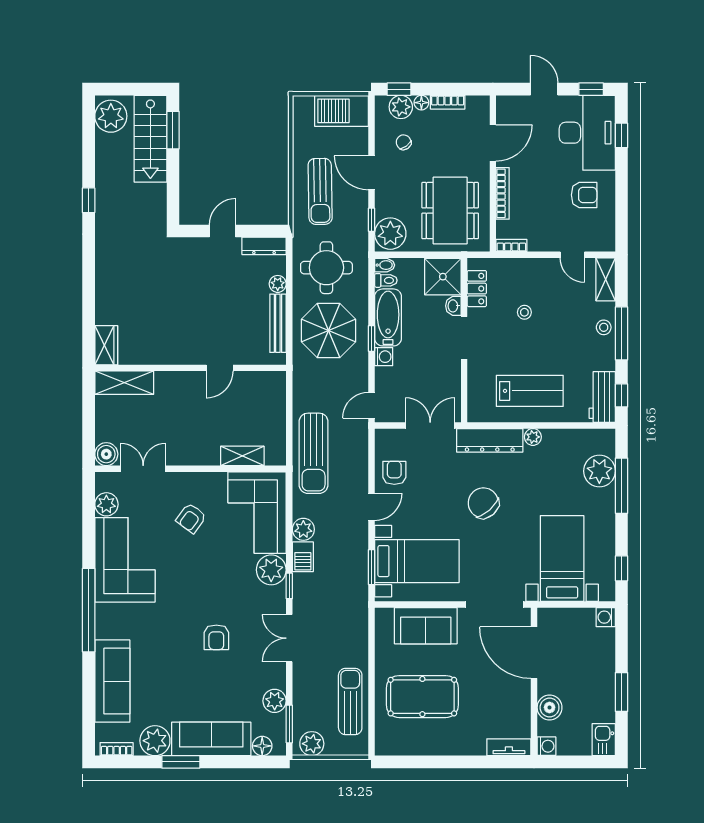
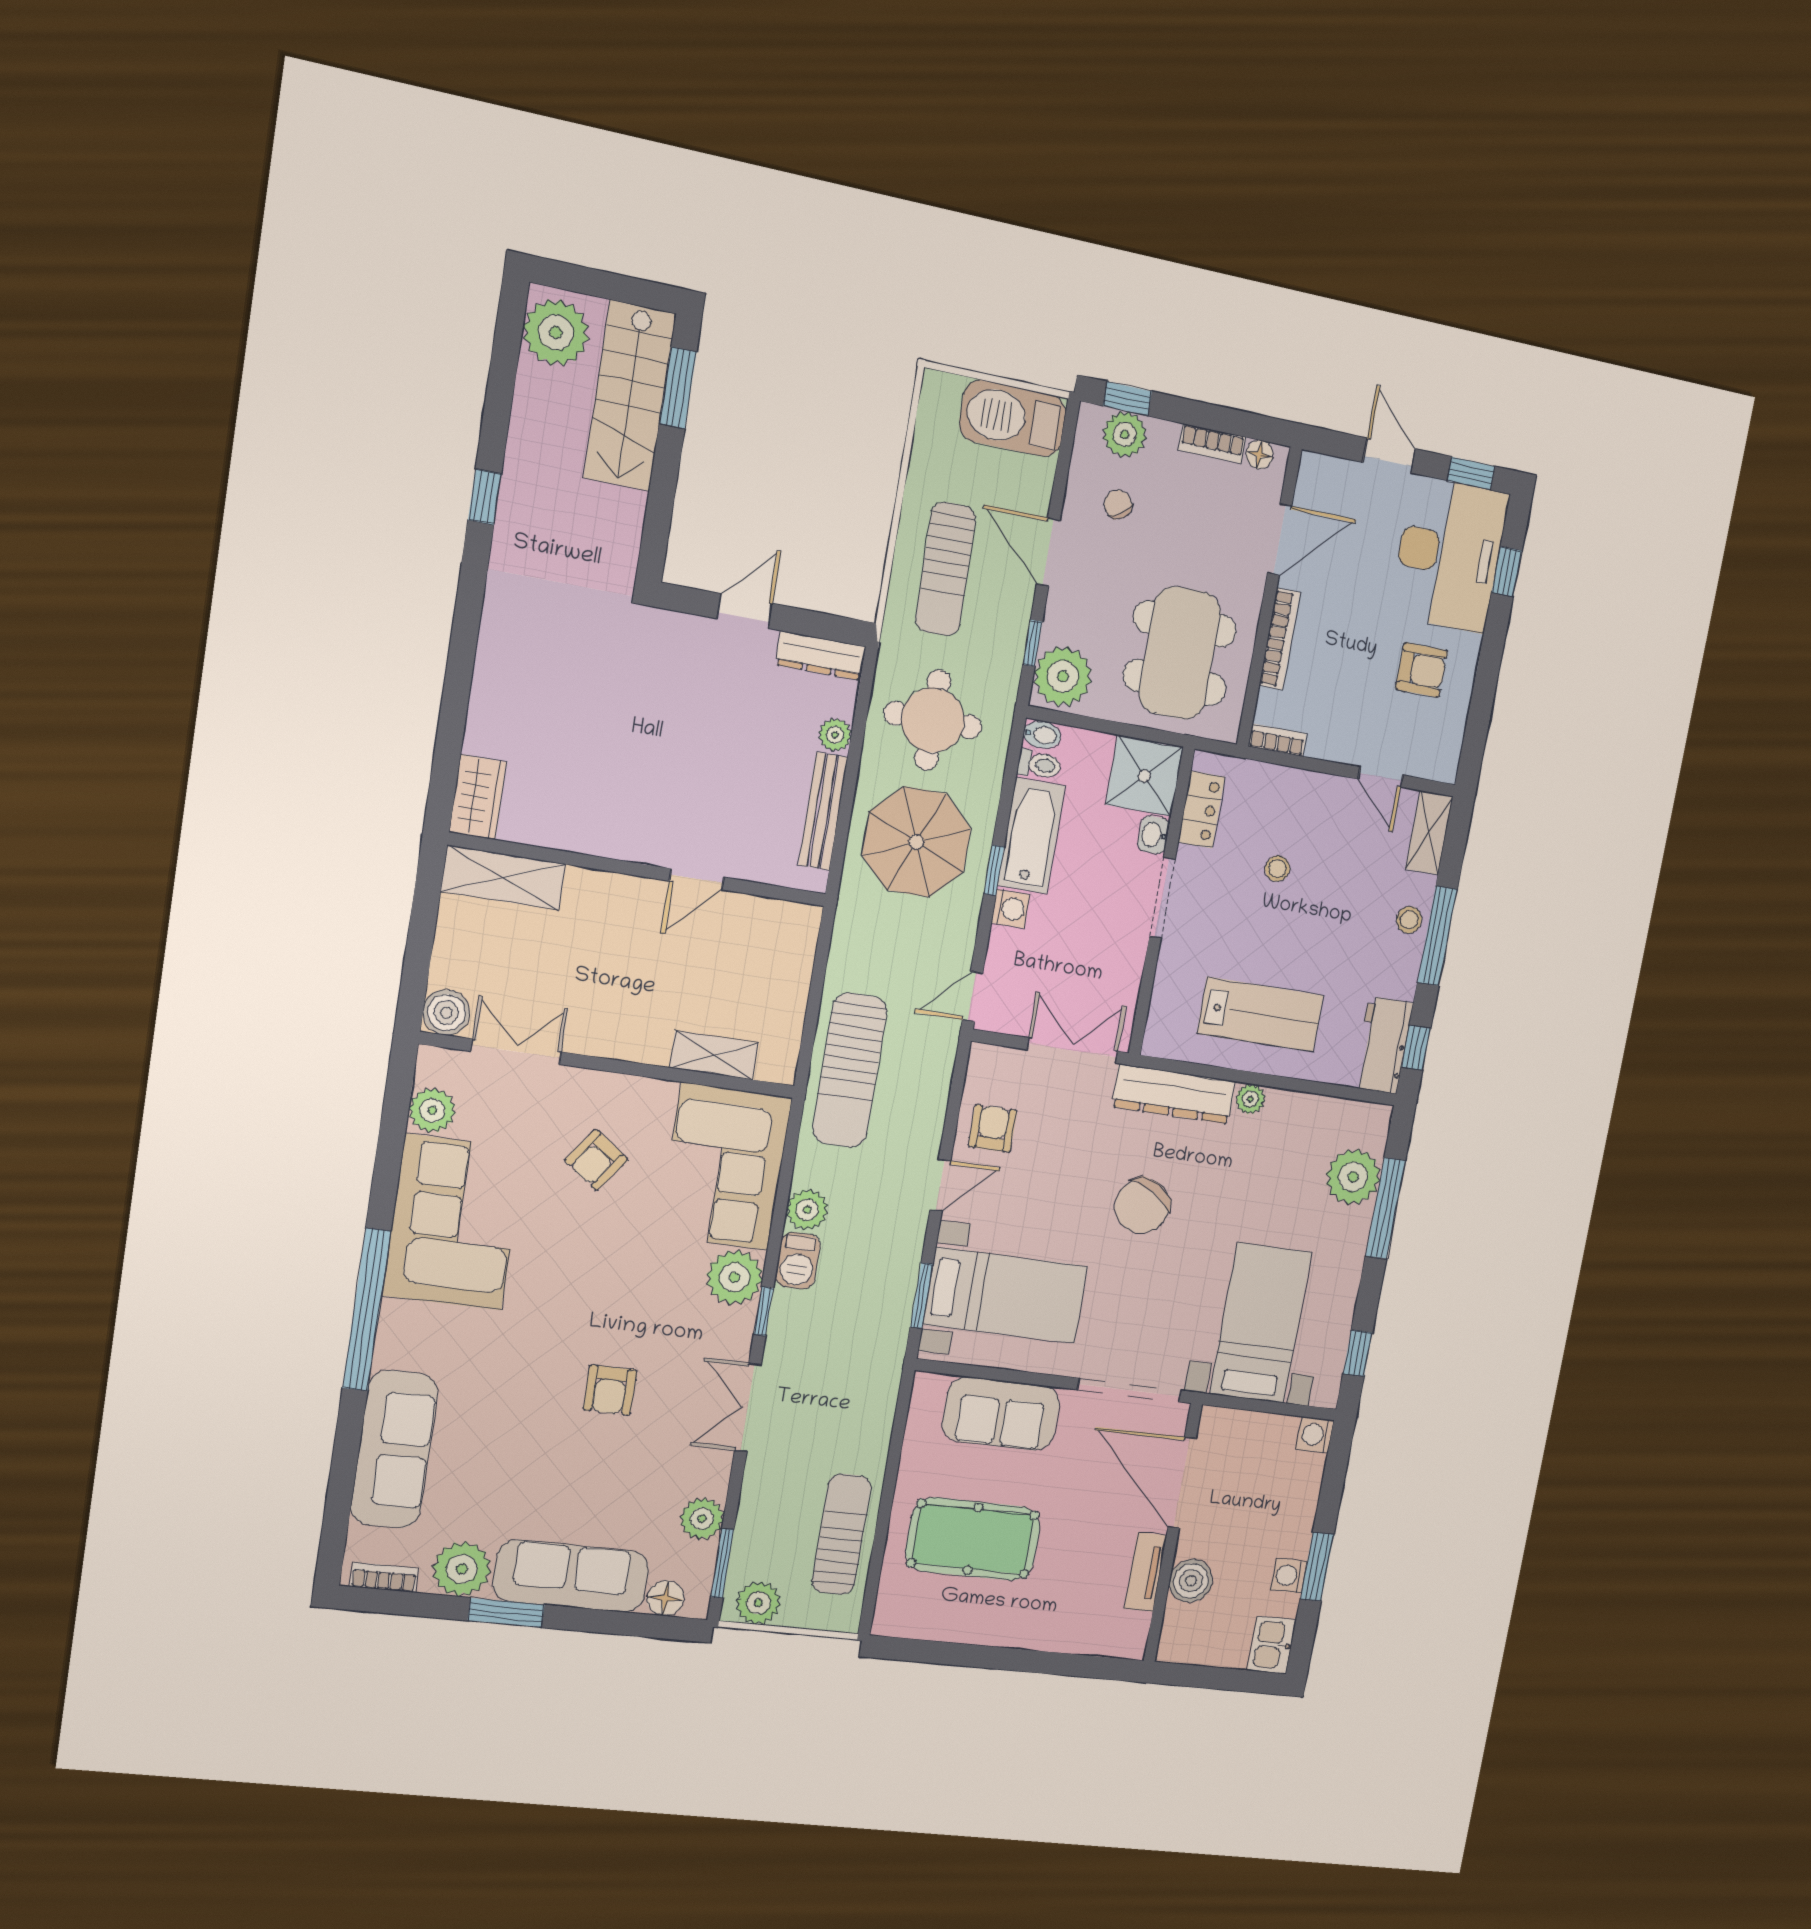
floor lamp: (421, 103) -> (1260, 454), moved
chair: (483, 503) -> (1142, 1206), turned -109
washing machine: (546, 746) -> (1289, 1576), moved, turned 180
tv unit: (509, 747) -> (1145, 1572), moved, turned -90

